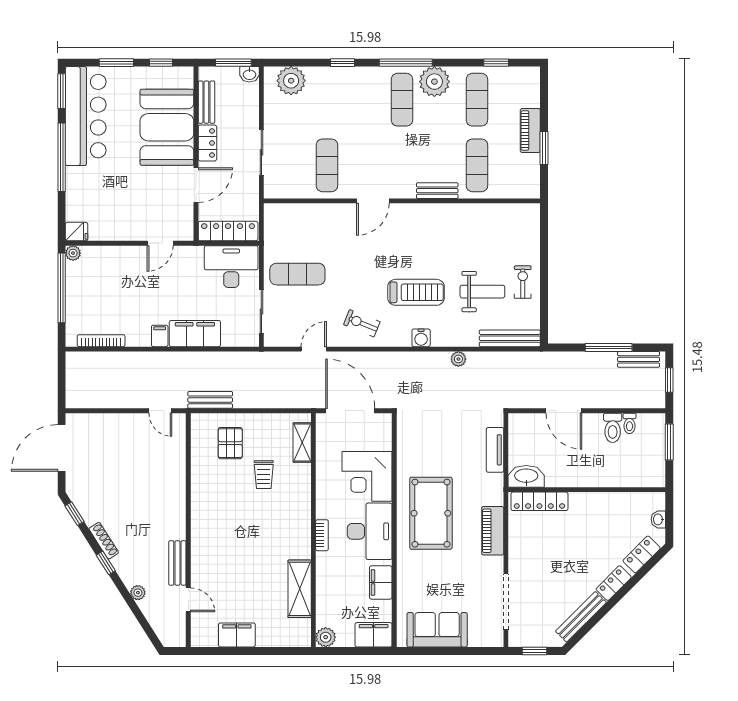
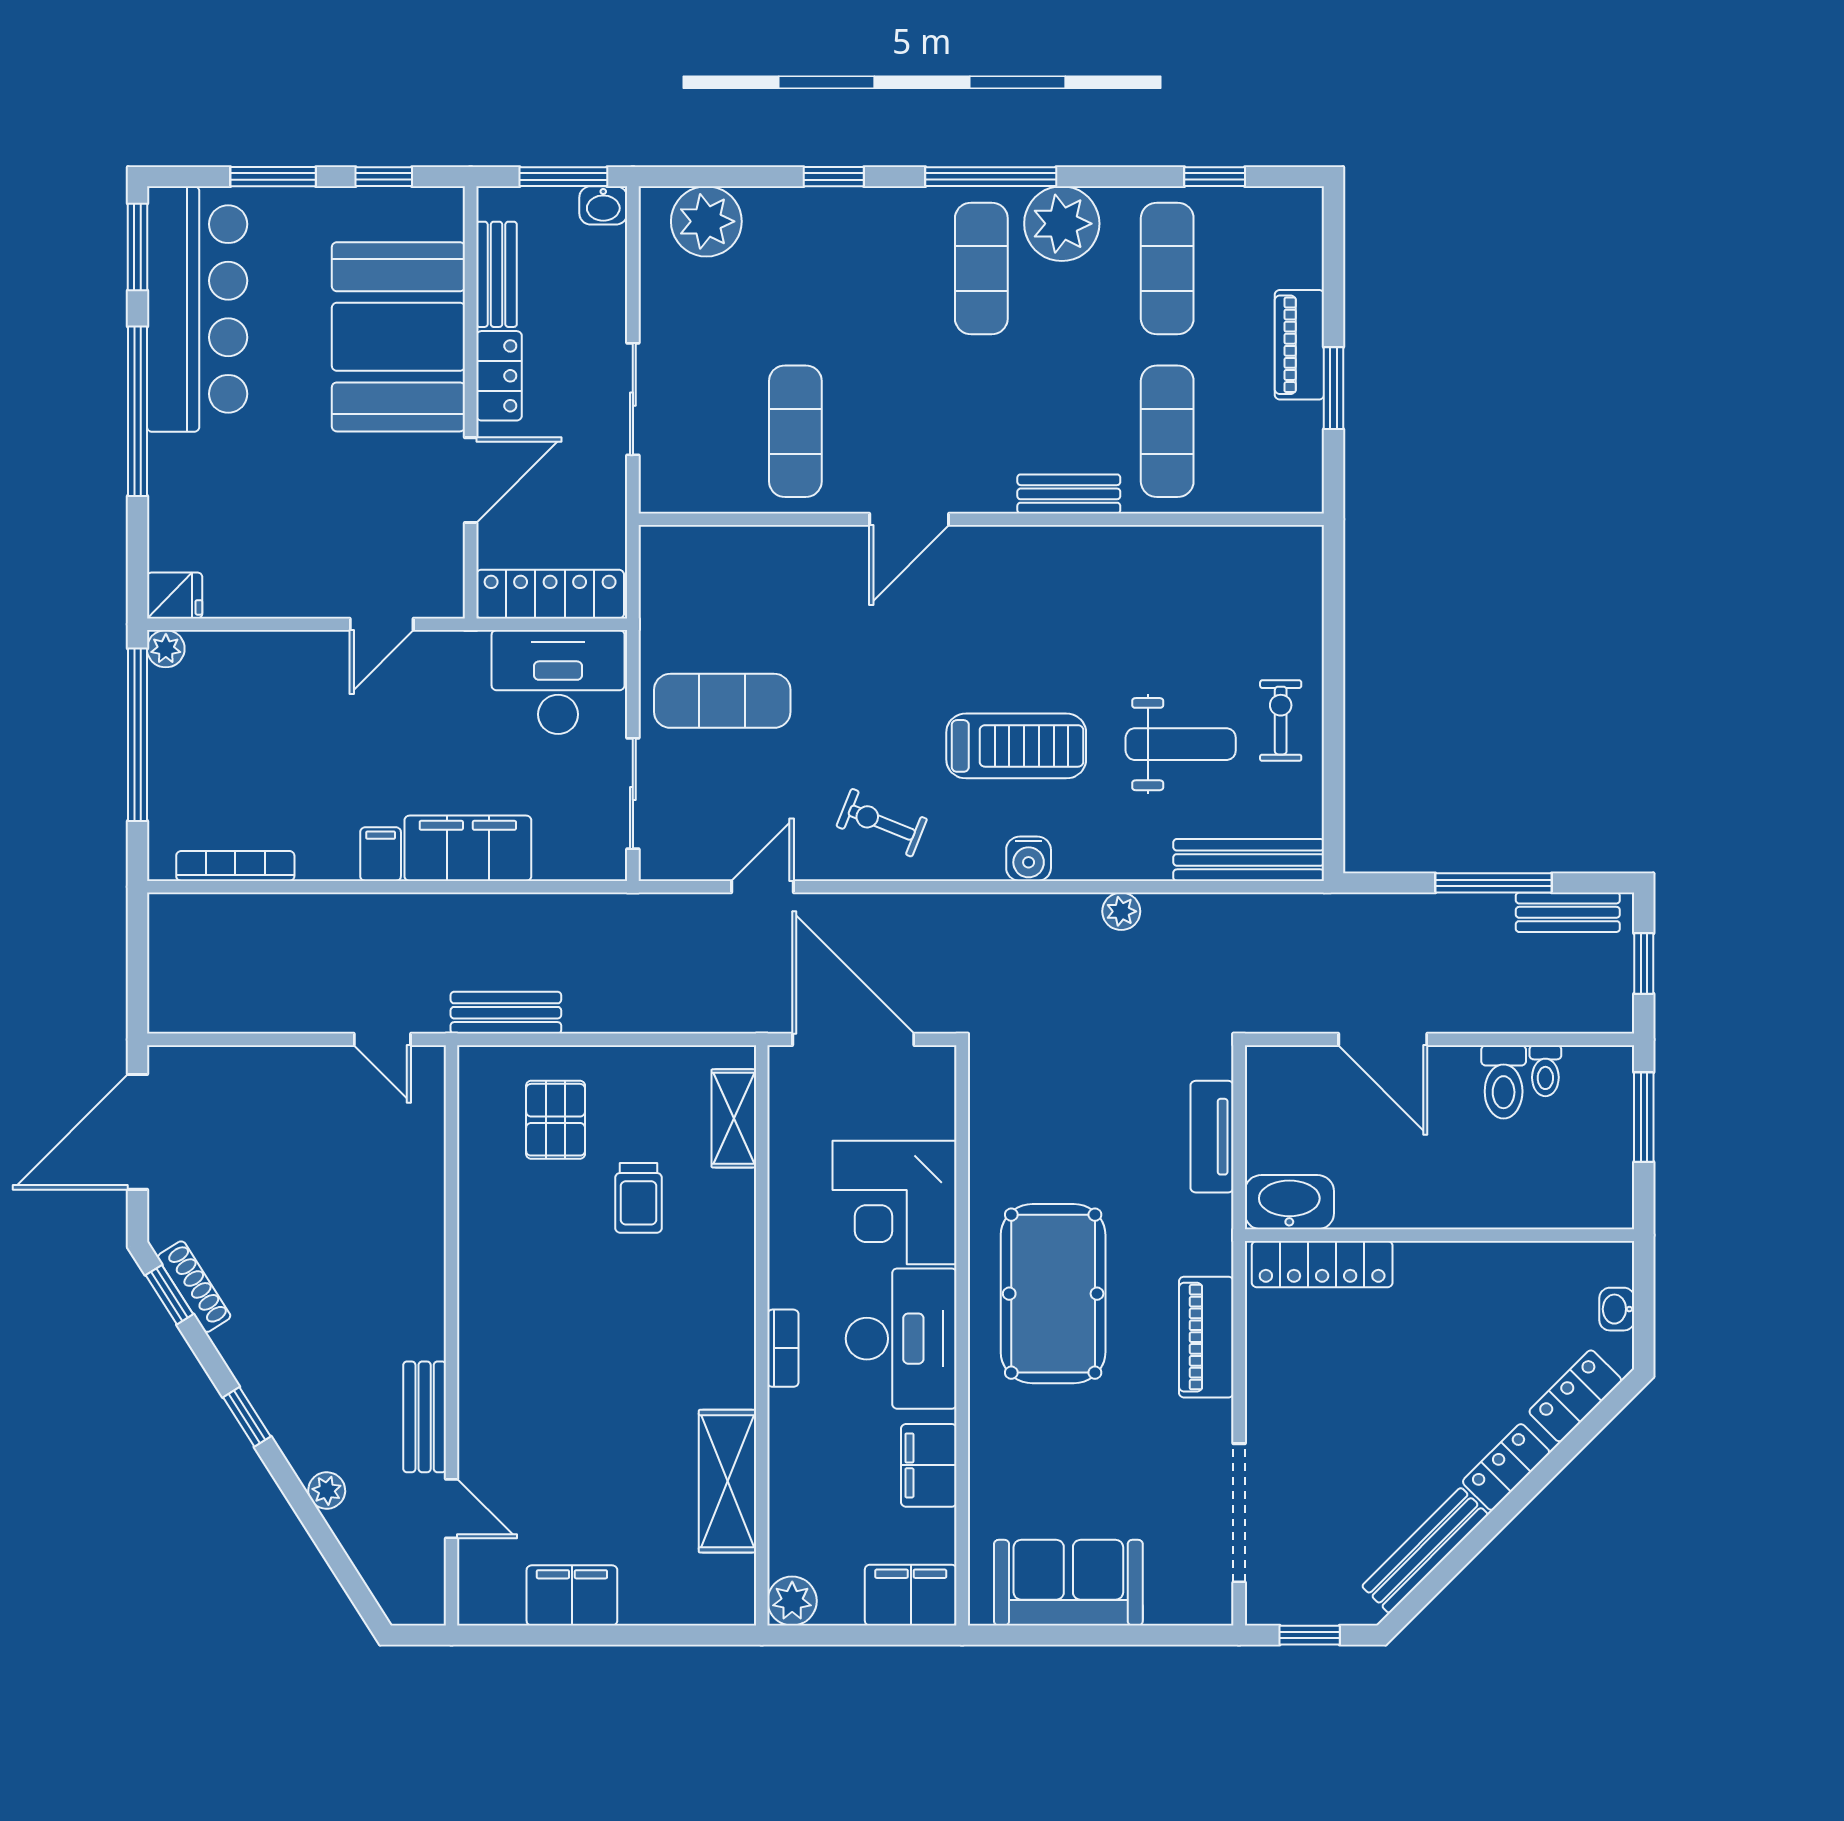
shoe rack: (104, 541) -> (194, 1287), moved

